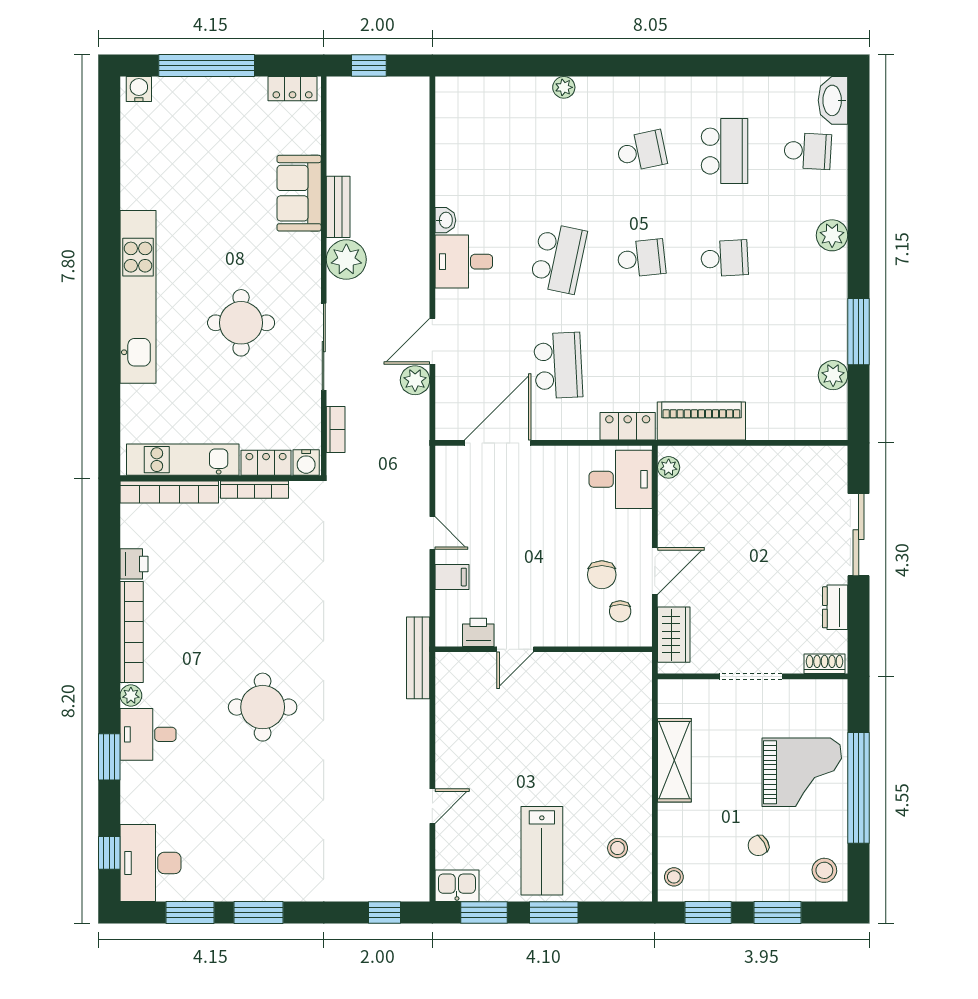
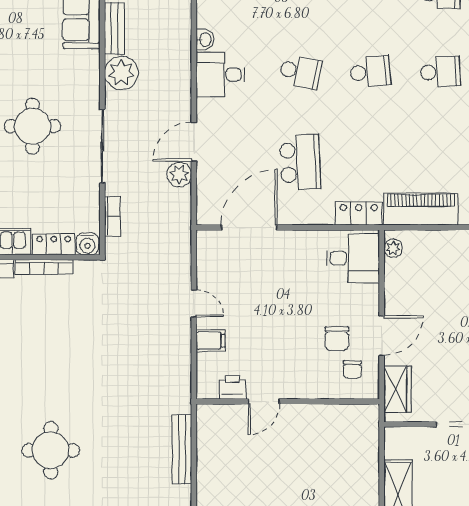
school desk: (558, 258) -> (300, 72), width x0.54
bench: (418, 658) -> (182, 449), moved

